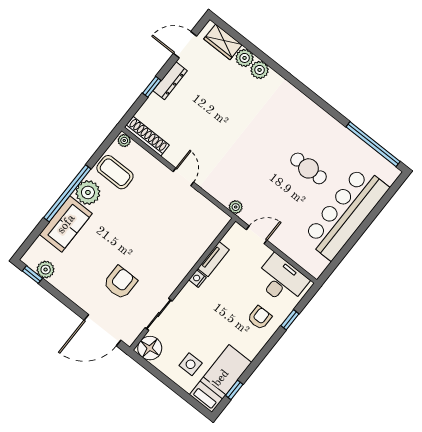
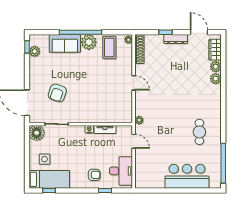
cafe table: (308, 168) -> (199, 132), moved
door: (183, 177) -> (134, 83), hinge flipped
bar counter: (346, 213) -> (187, 176), width x0.73
armchair: (120, 283) -> (57, 93), turned 109

